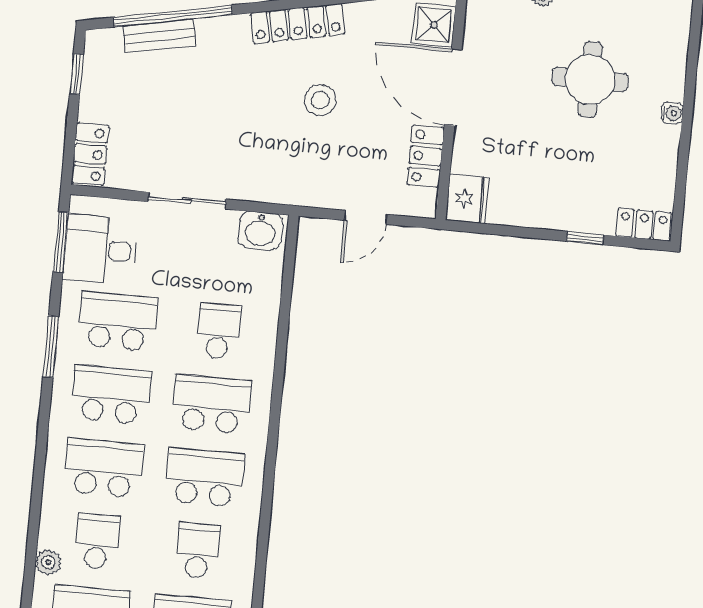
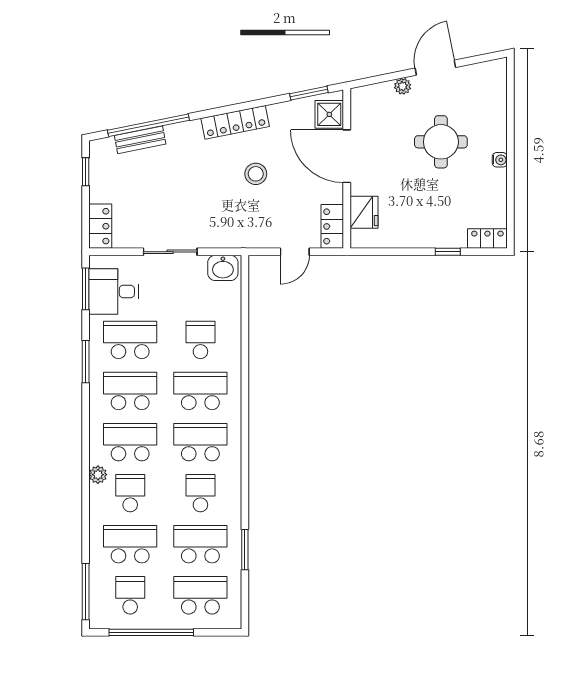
locker: (426, 156) -> (332, 226), moved
fridge: (467, 199) -> (364, 212), moved
plant: (48, 562) -> (98, 475), moved

